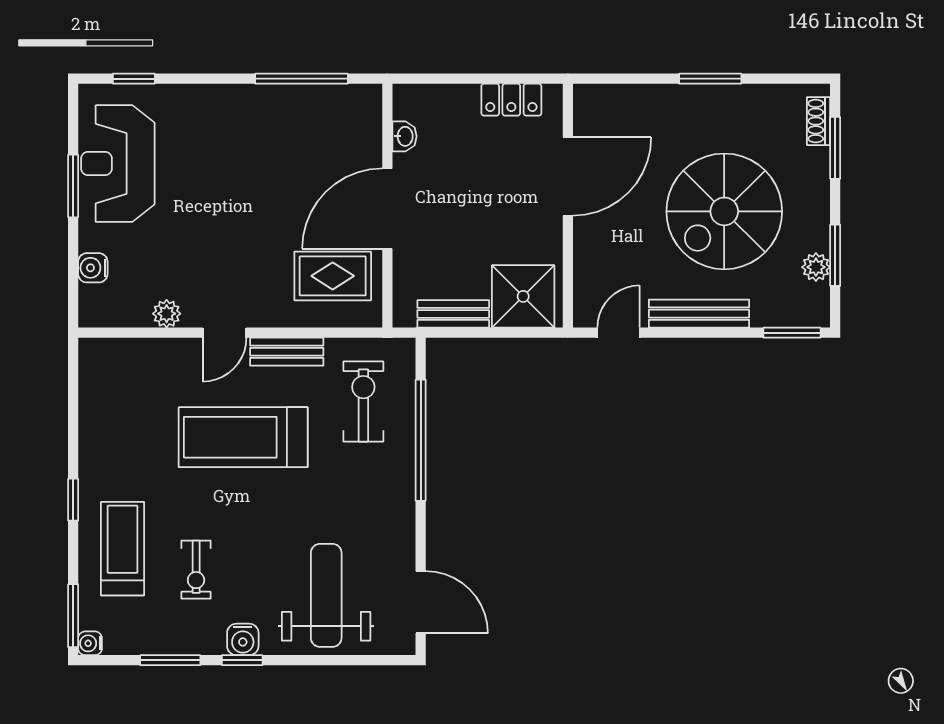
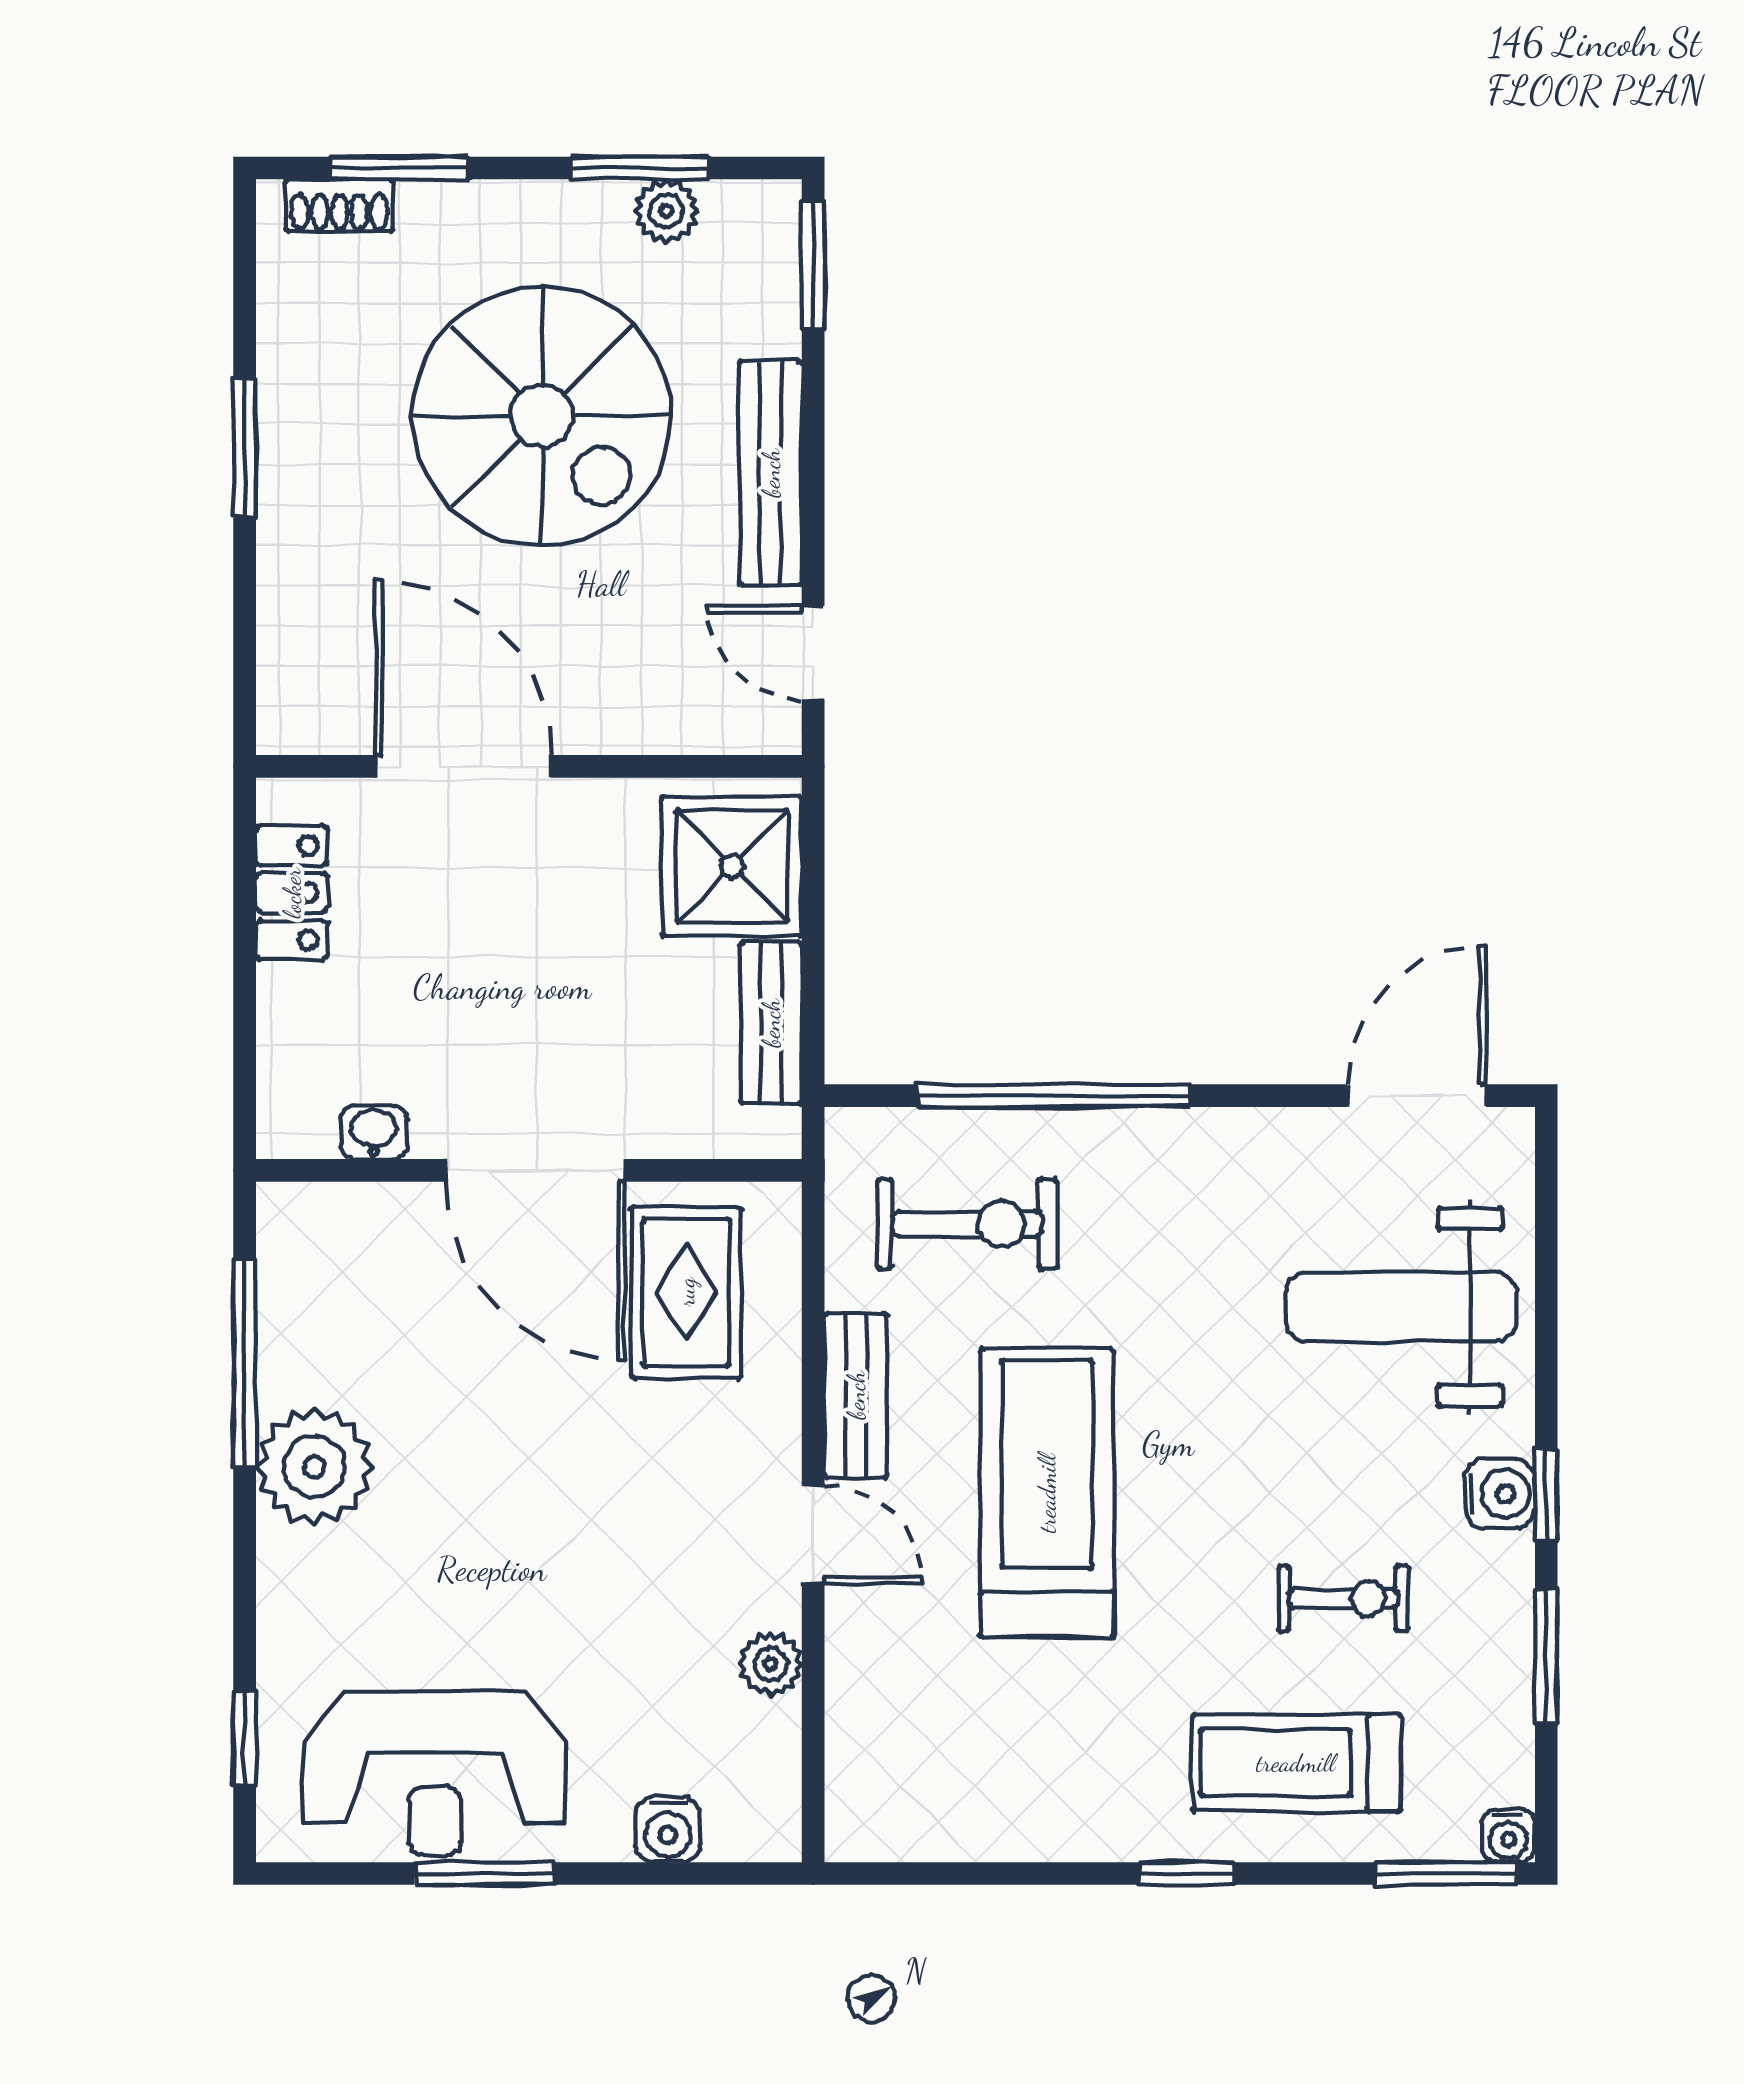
plant: (255, 110) -> (314, 1467), added
exercise bike: (363, 402) -> (967, 1224), turned 180
treadmill: (243, 437) -> (1047, 1493), turned 180

